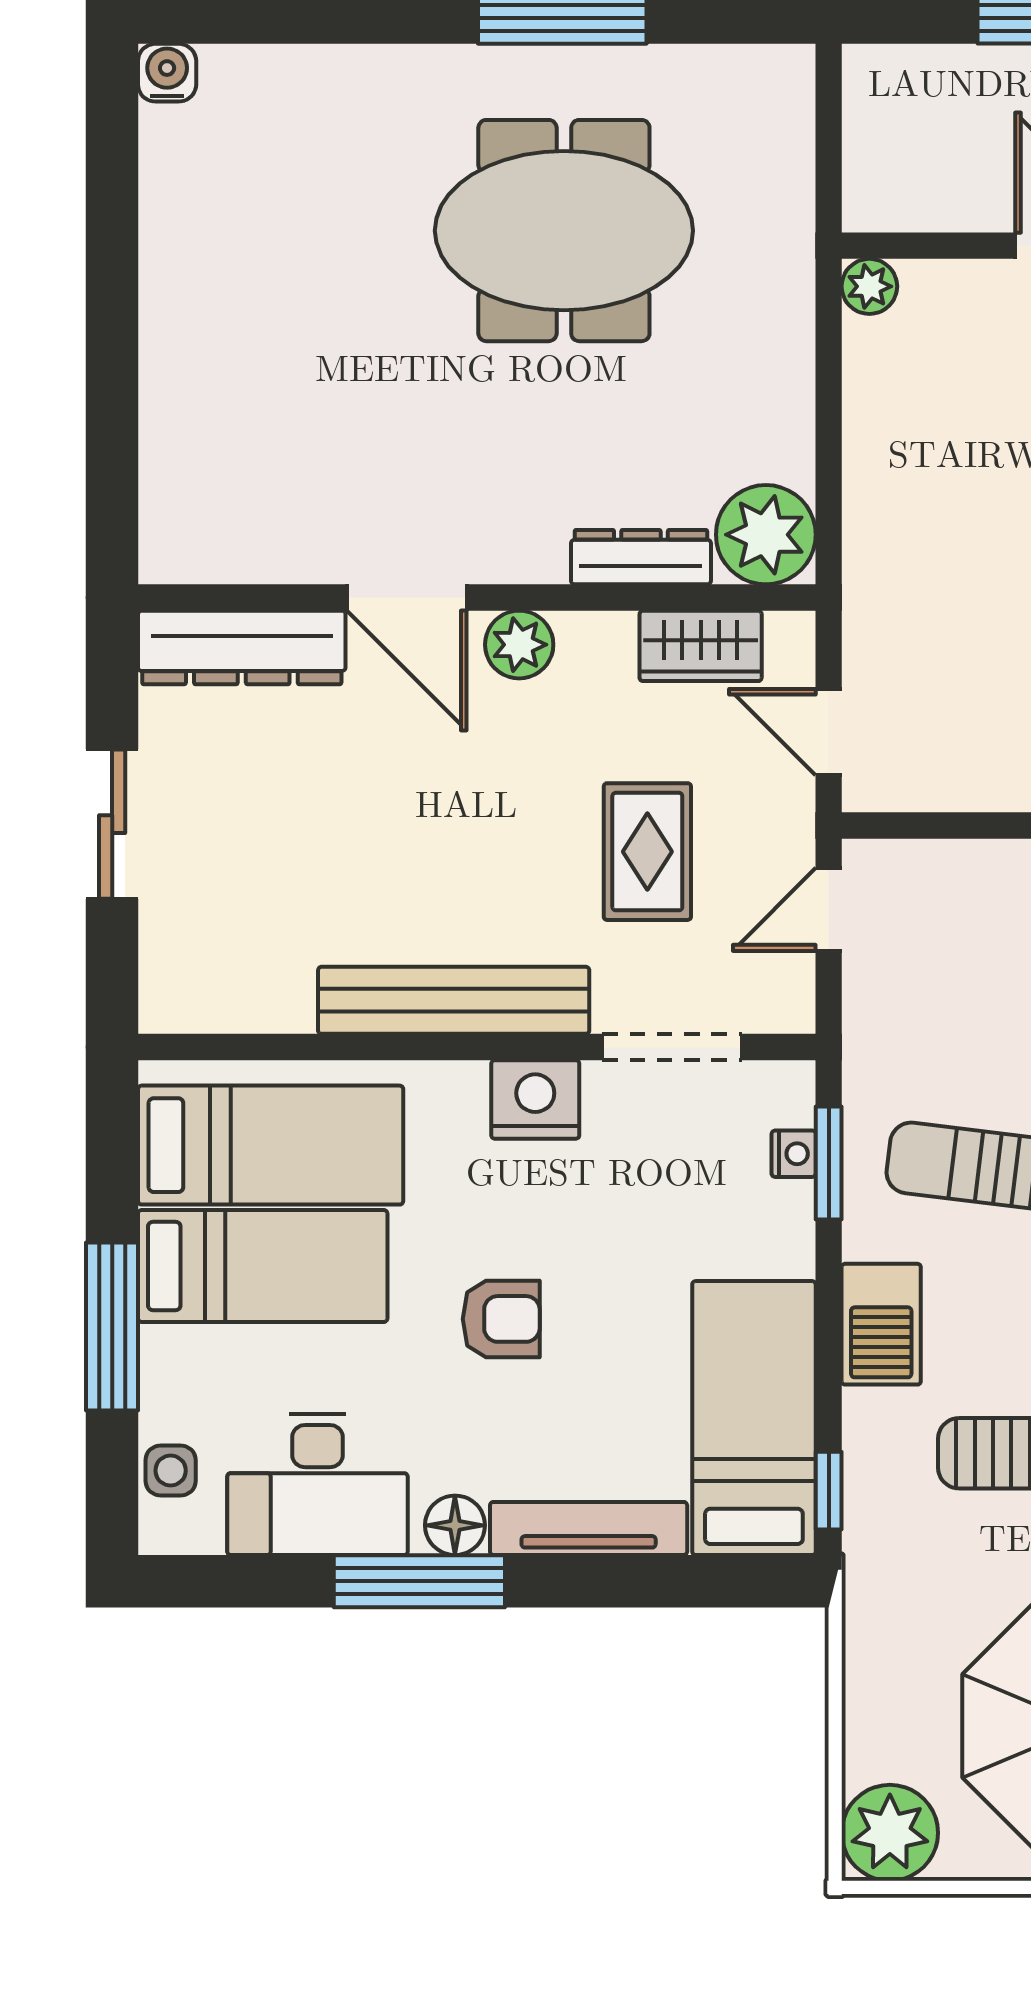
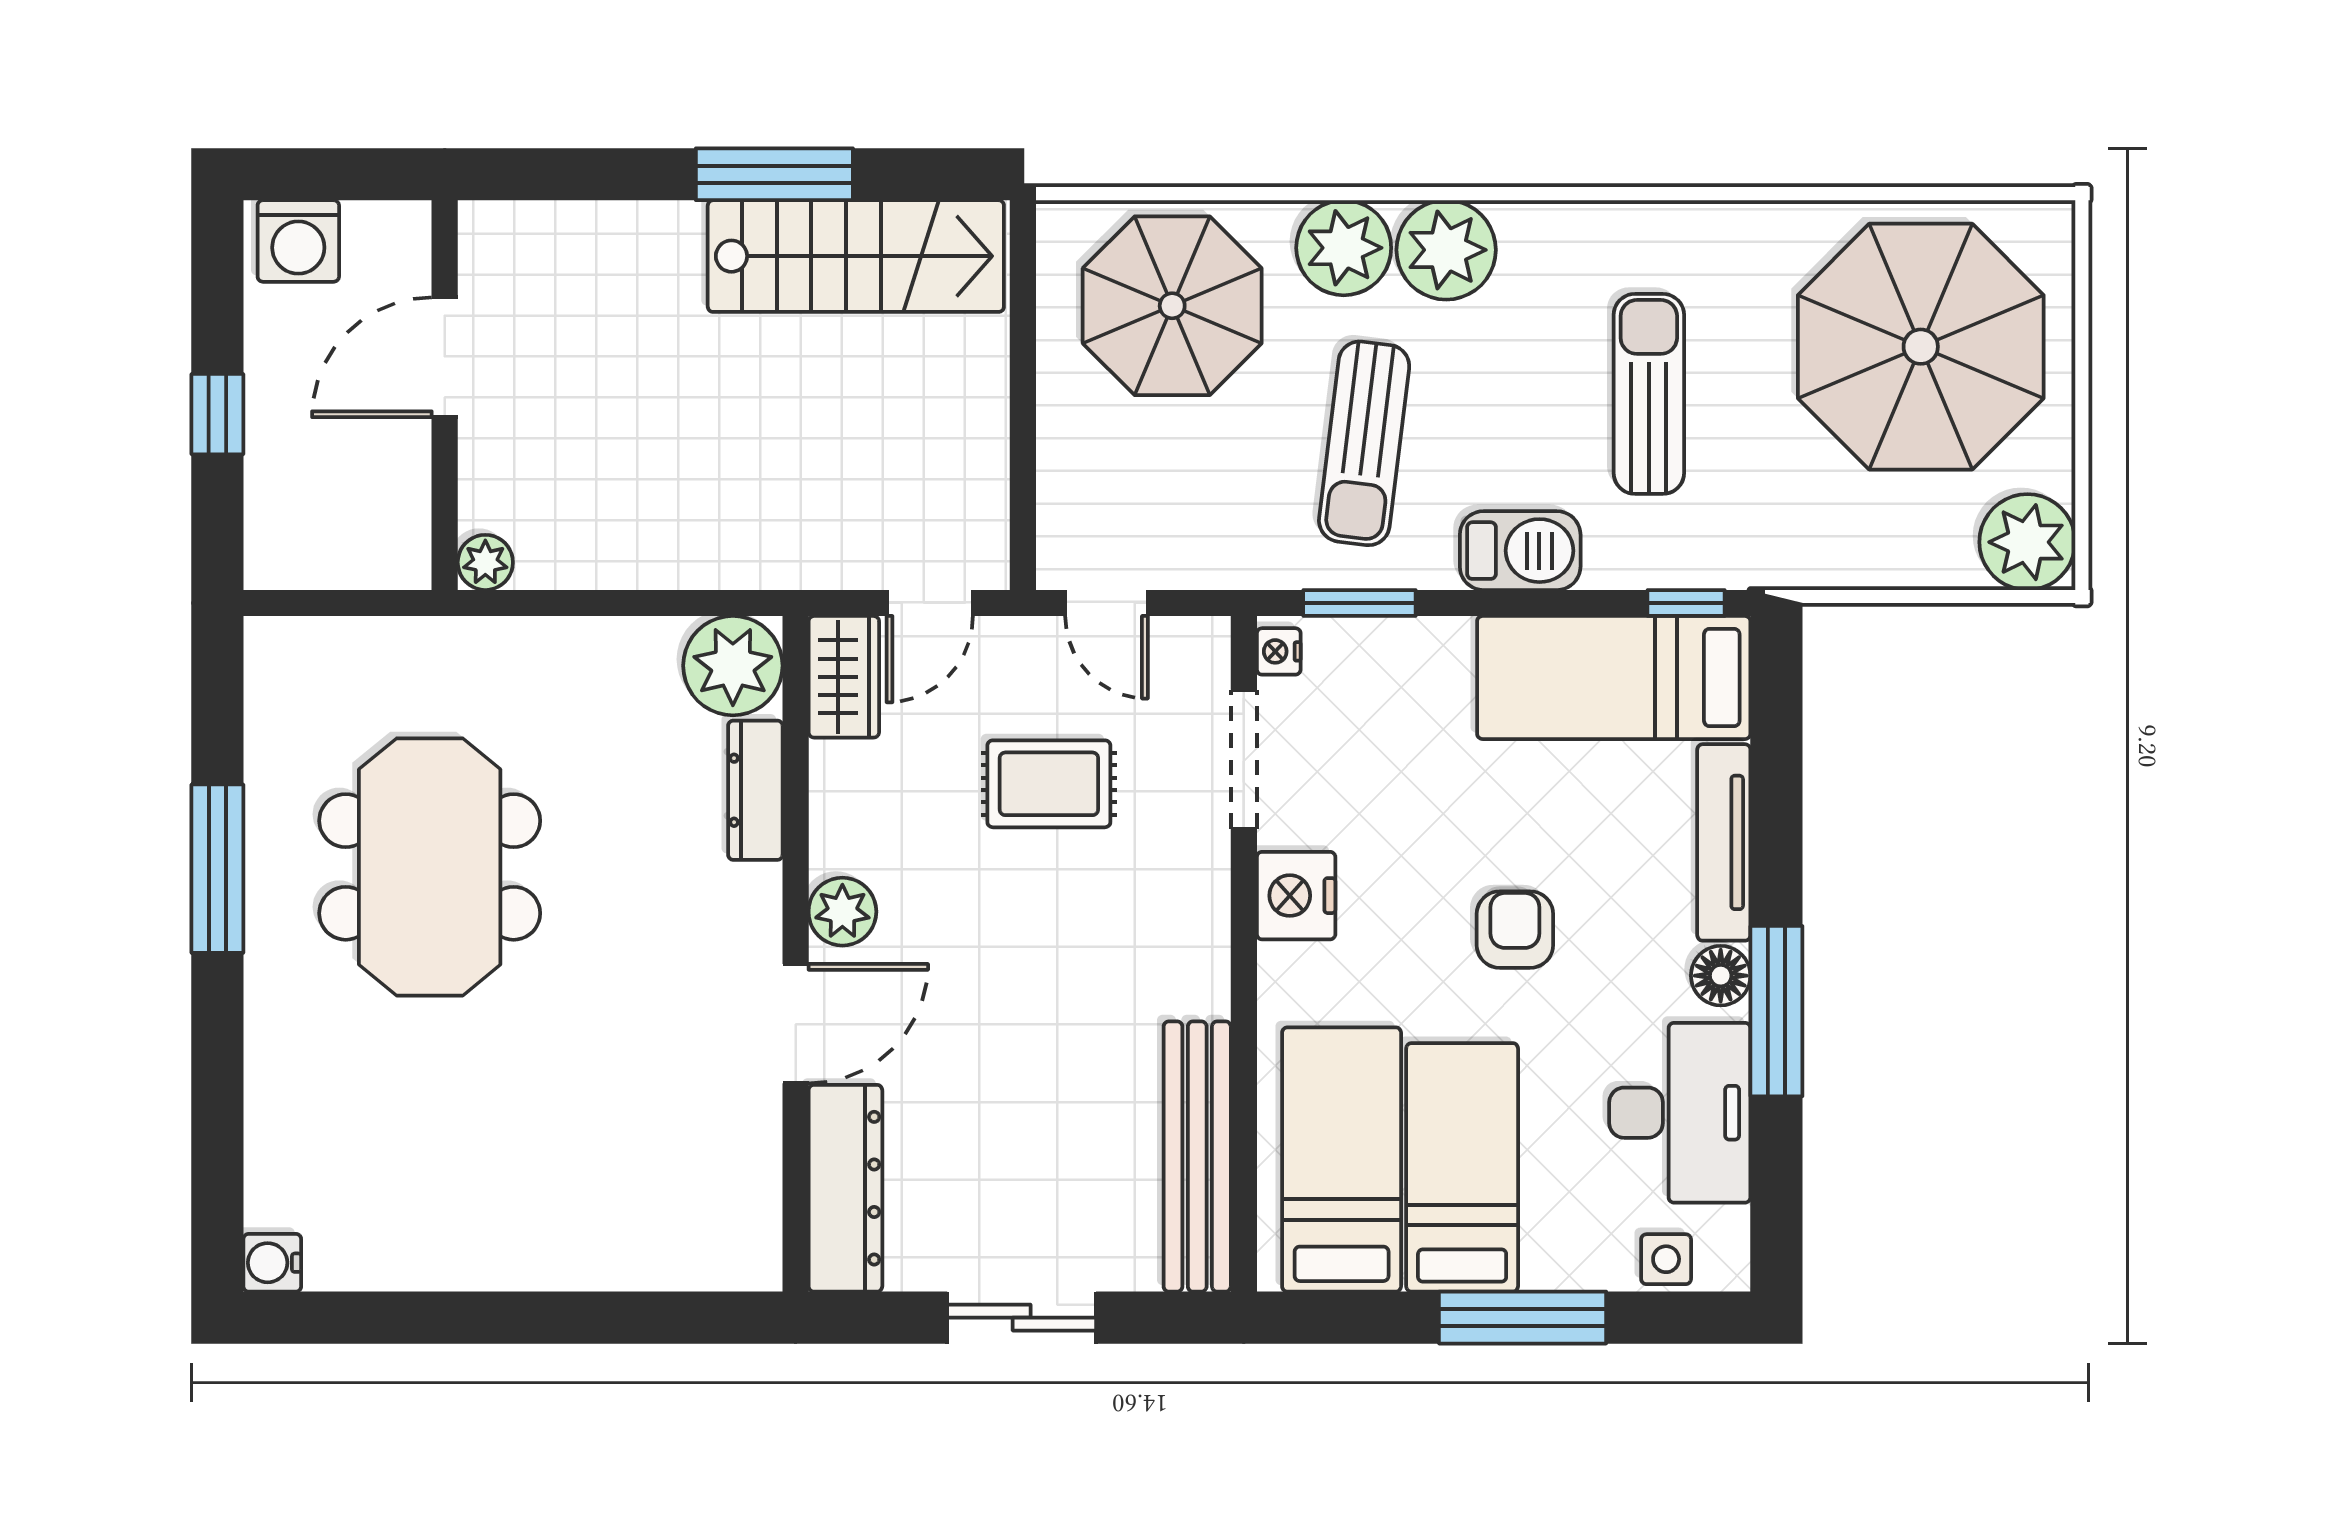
wardrobe: (701, 646) -> (844, 677), moved
bench: (454, 1000) -> (1197, 1156), moved
nightstand: (794, 1154) -> (1279, 651), moved, turned -90

